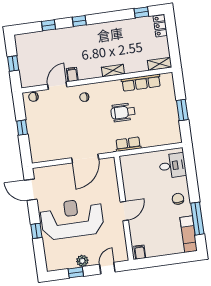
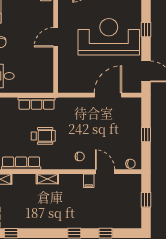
door: (57, 86) -> (105, 172), swing flipped
row of seats: (128, 144) -> (37, 103), width x1.48
door: (85, 158) -> (108, 95), moved
reception desk: (72, 219) -> (109, 37), turned 180

